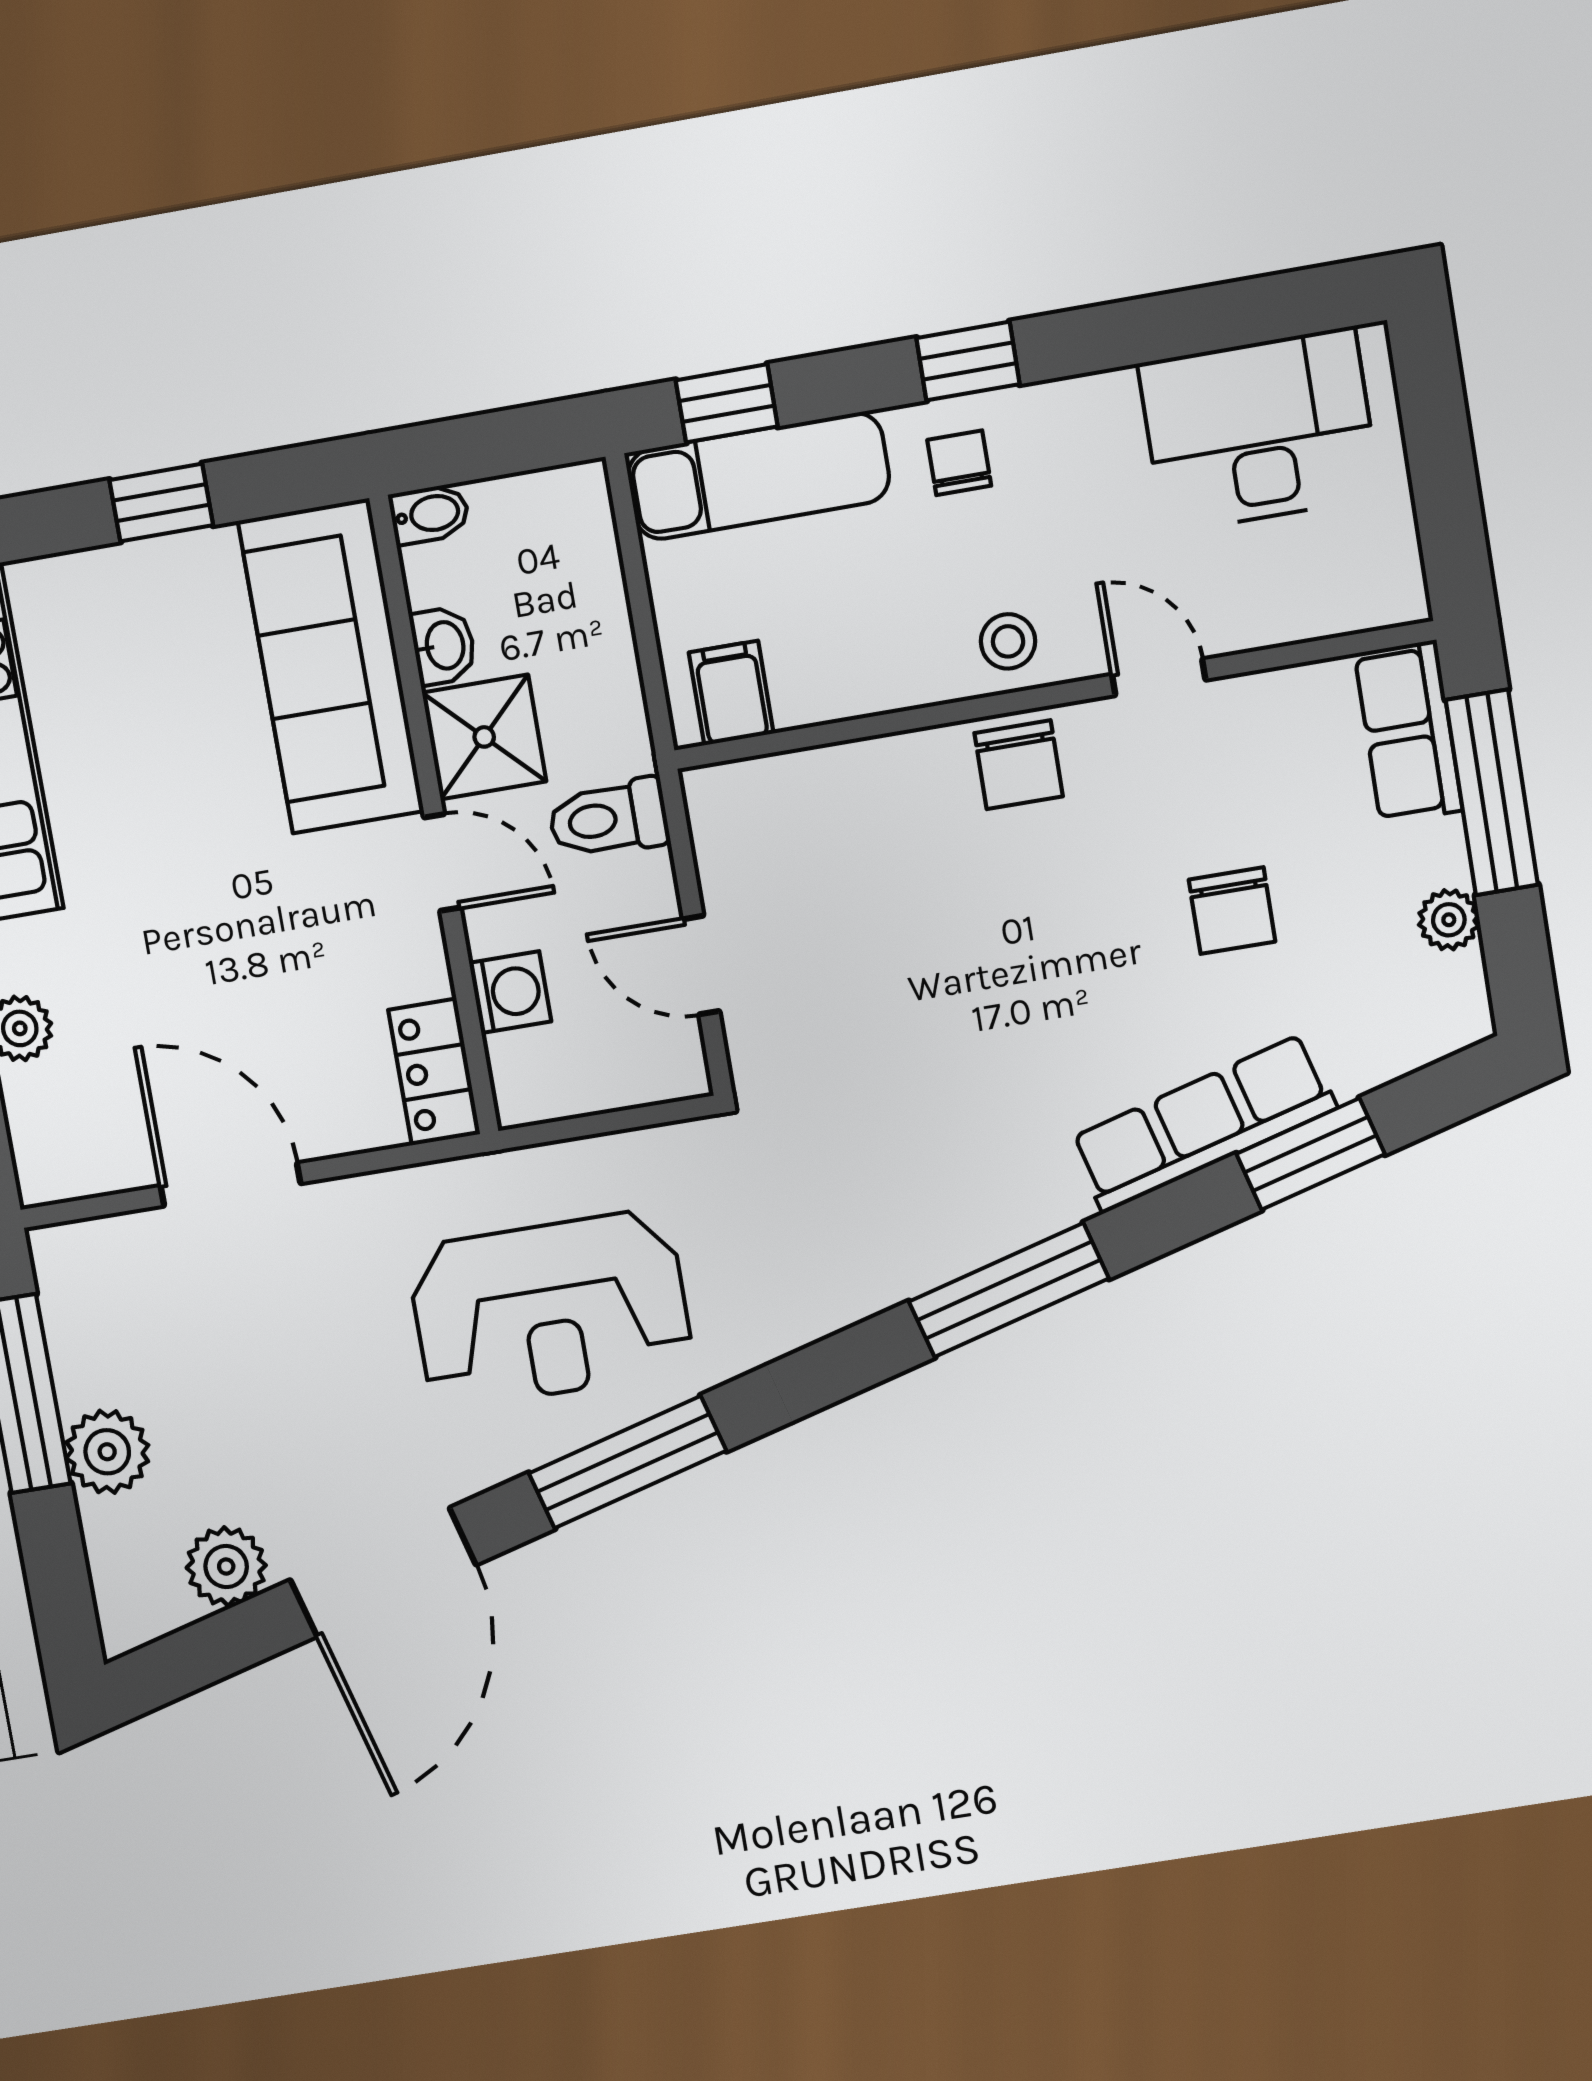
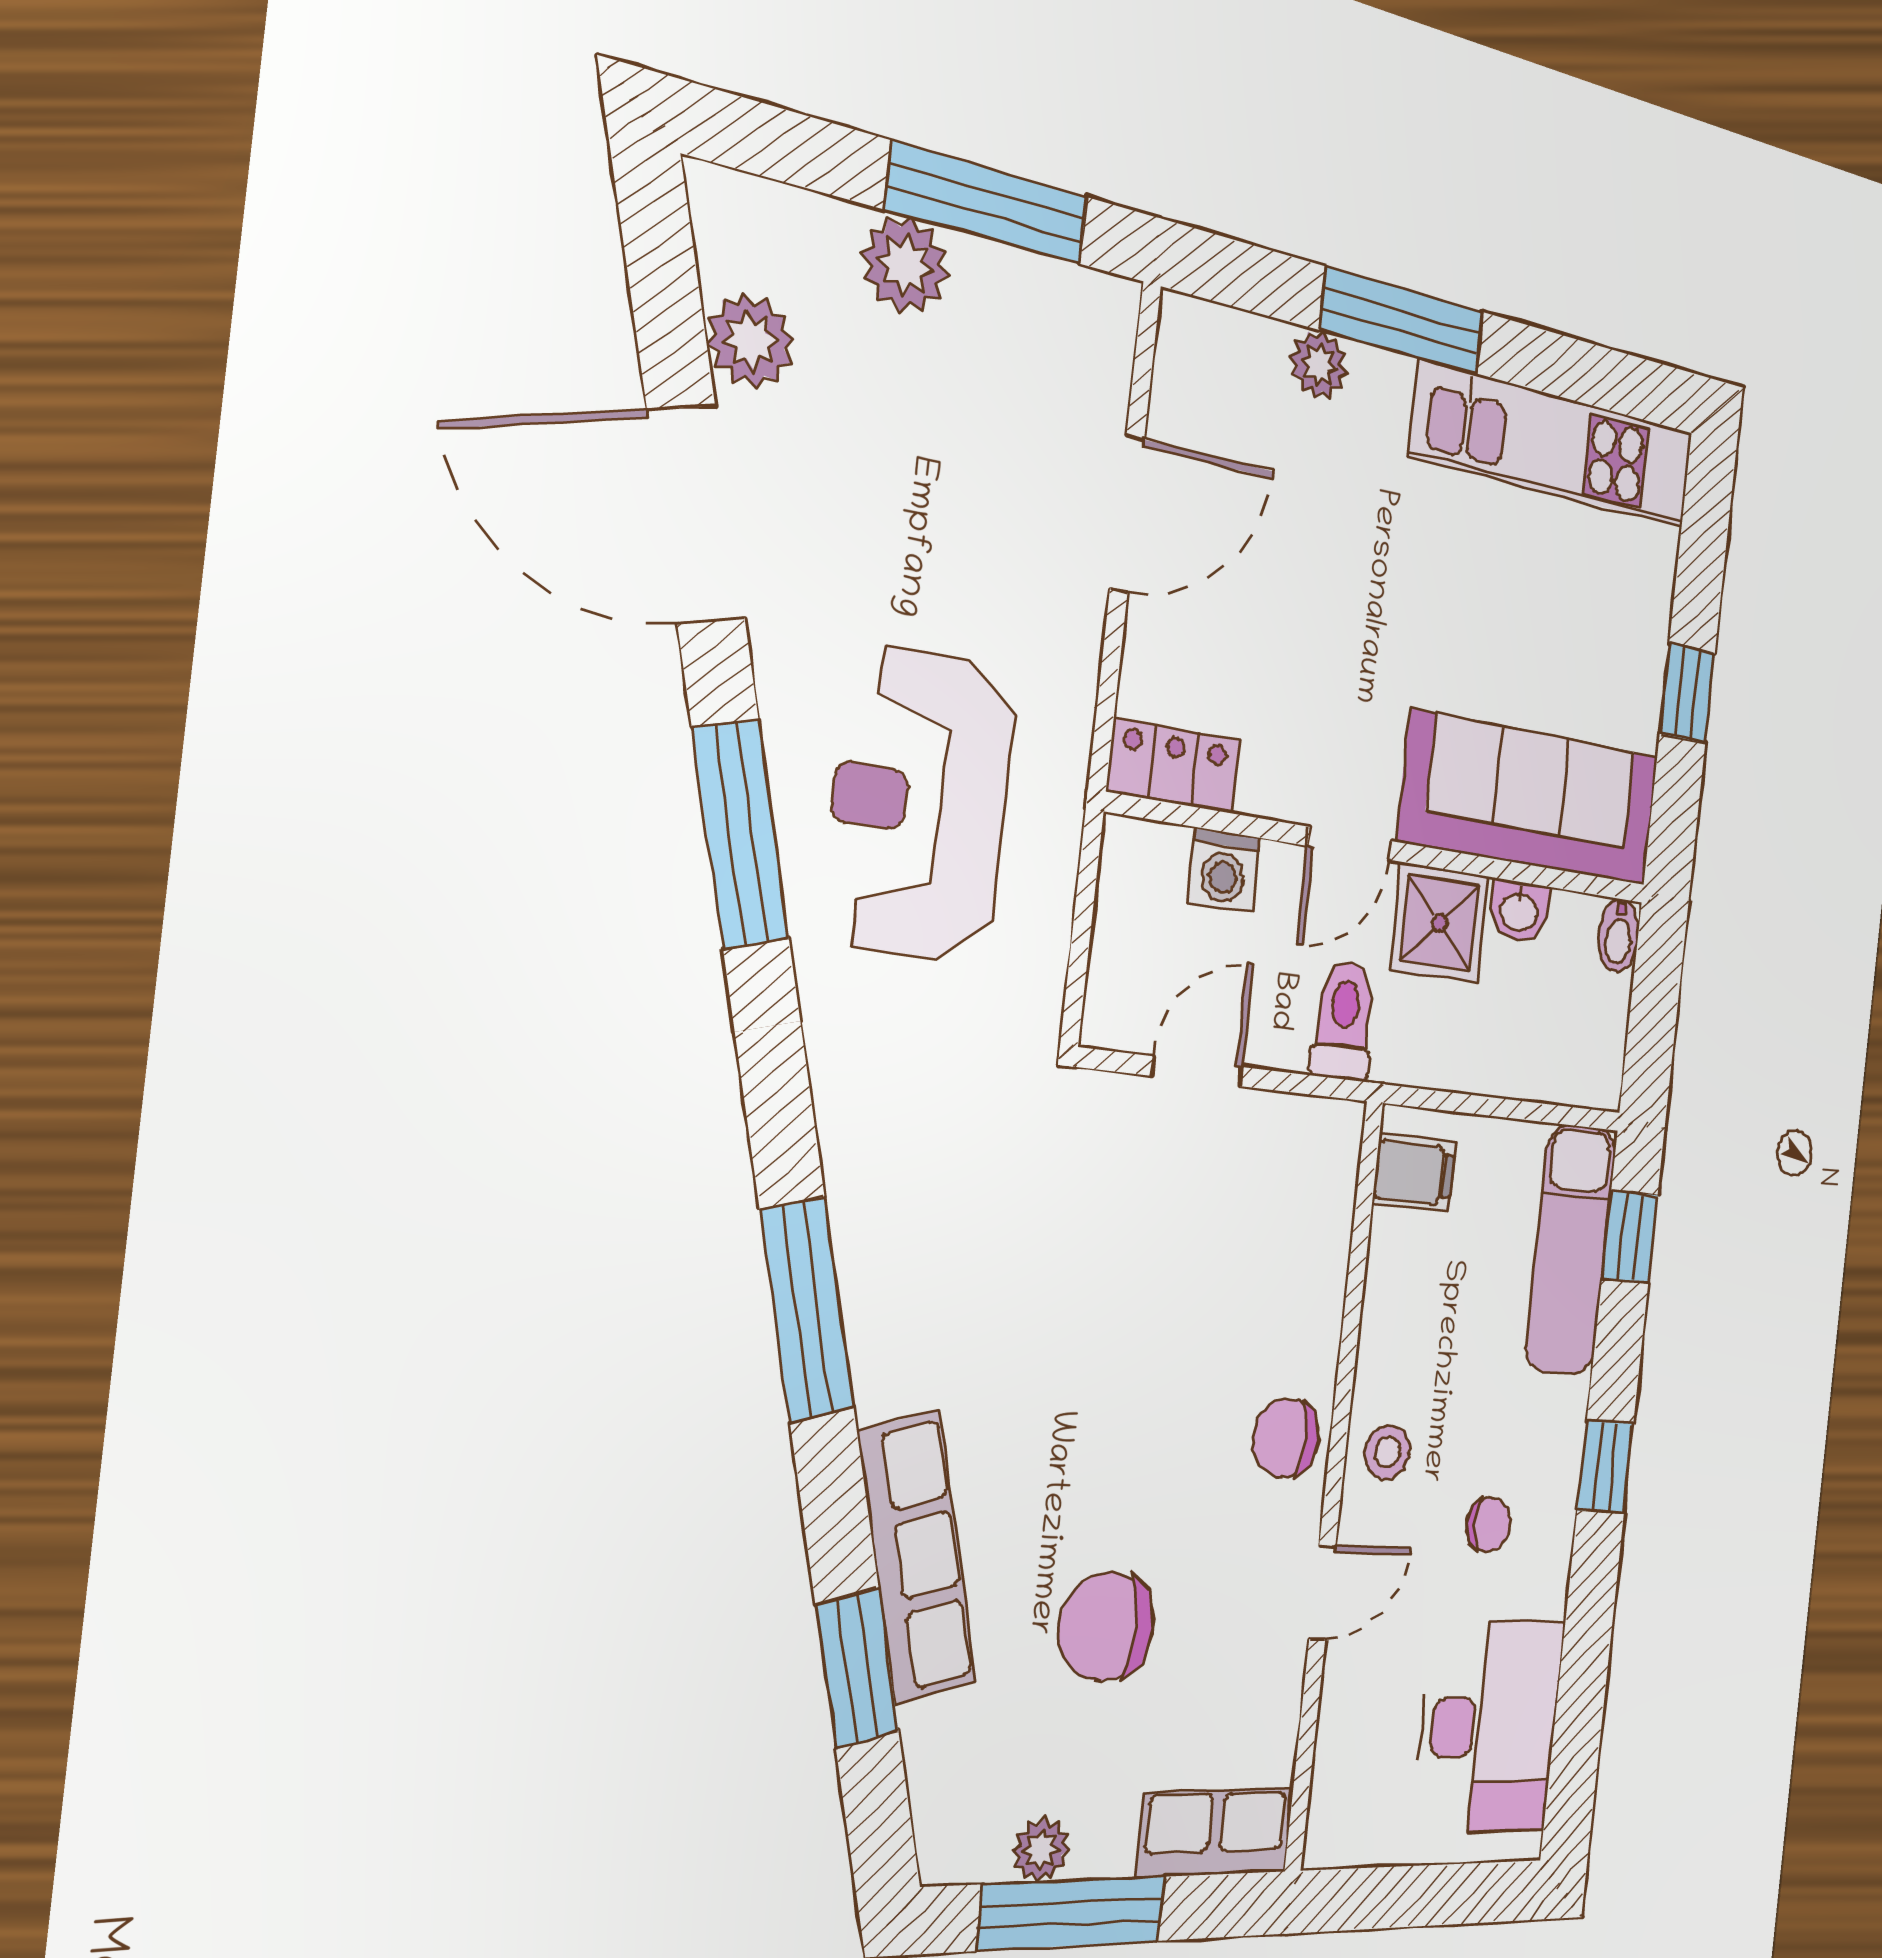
chair: (959, 463) -> (1489, 1525), moved
window: (1492, 792) -> (1072, 1913), moved
chair: (1232, 911) -> (1106, 1627), width x1.37, depth x1.37

